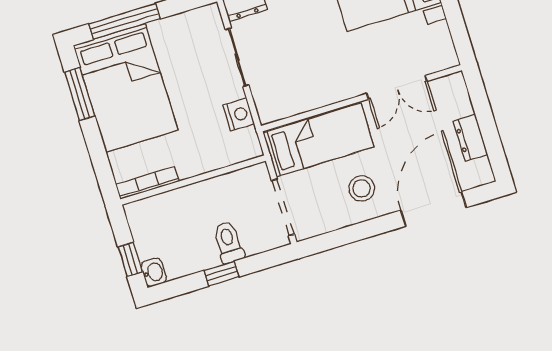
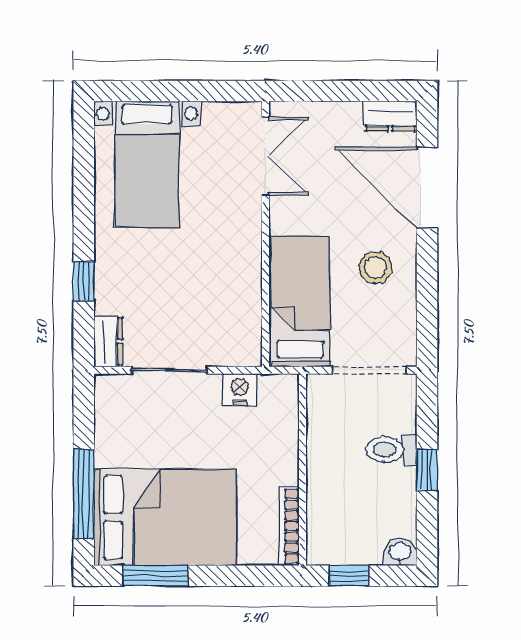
double door: (397, 87) -> (265, 156), moved
dresser: (470, 138) -> (390, 116), moved
window: (130, 259) -> (349, 576), moved

